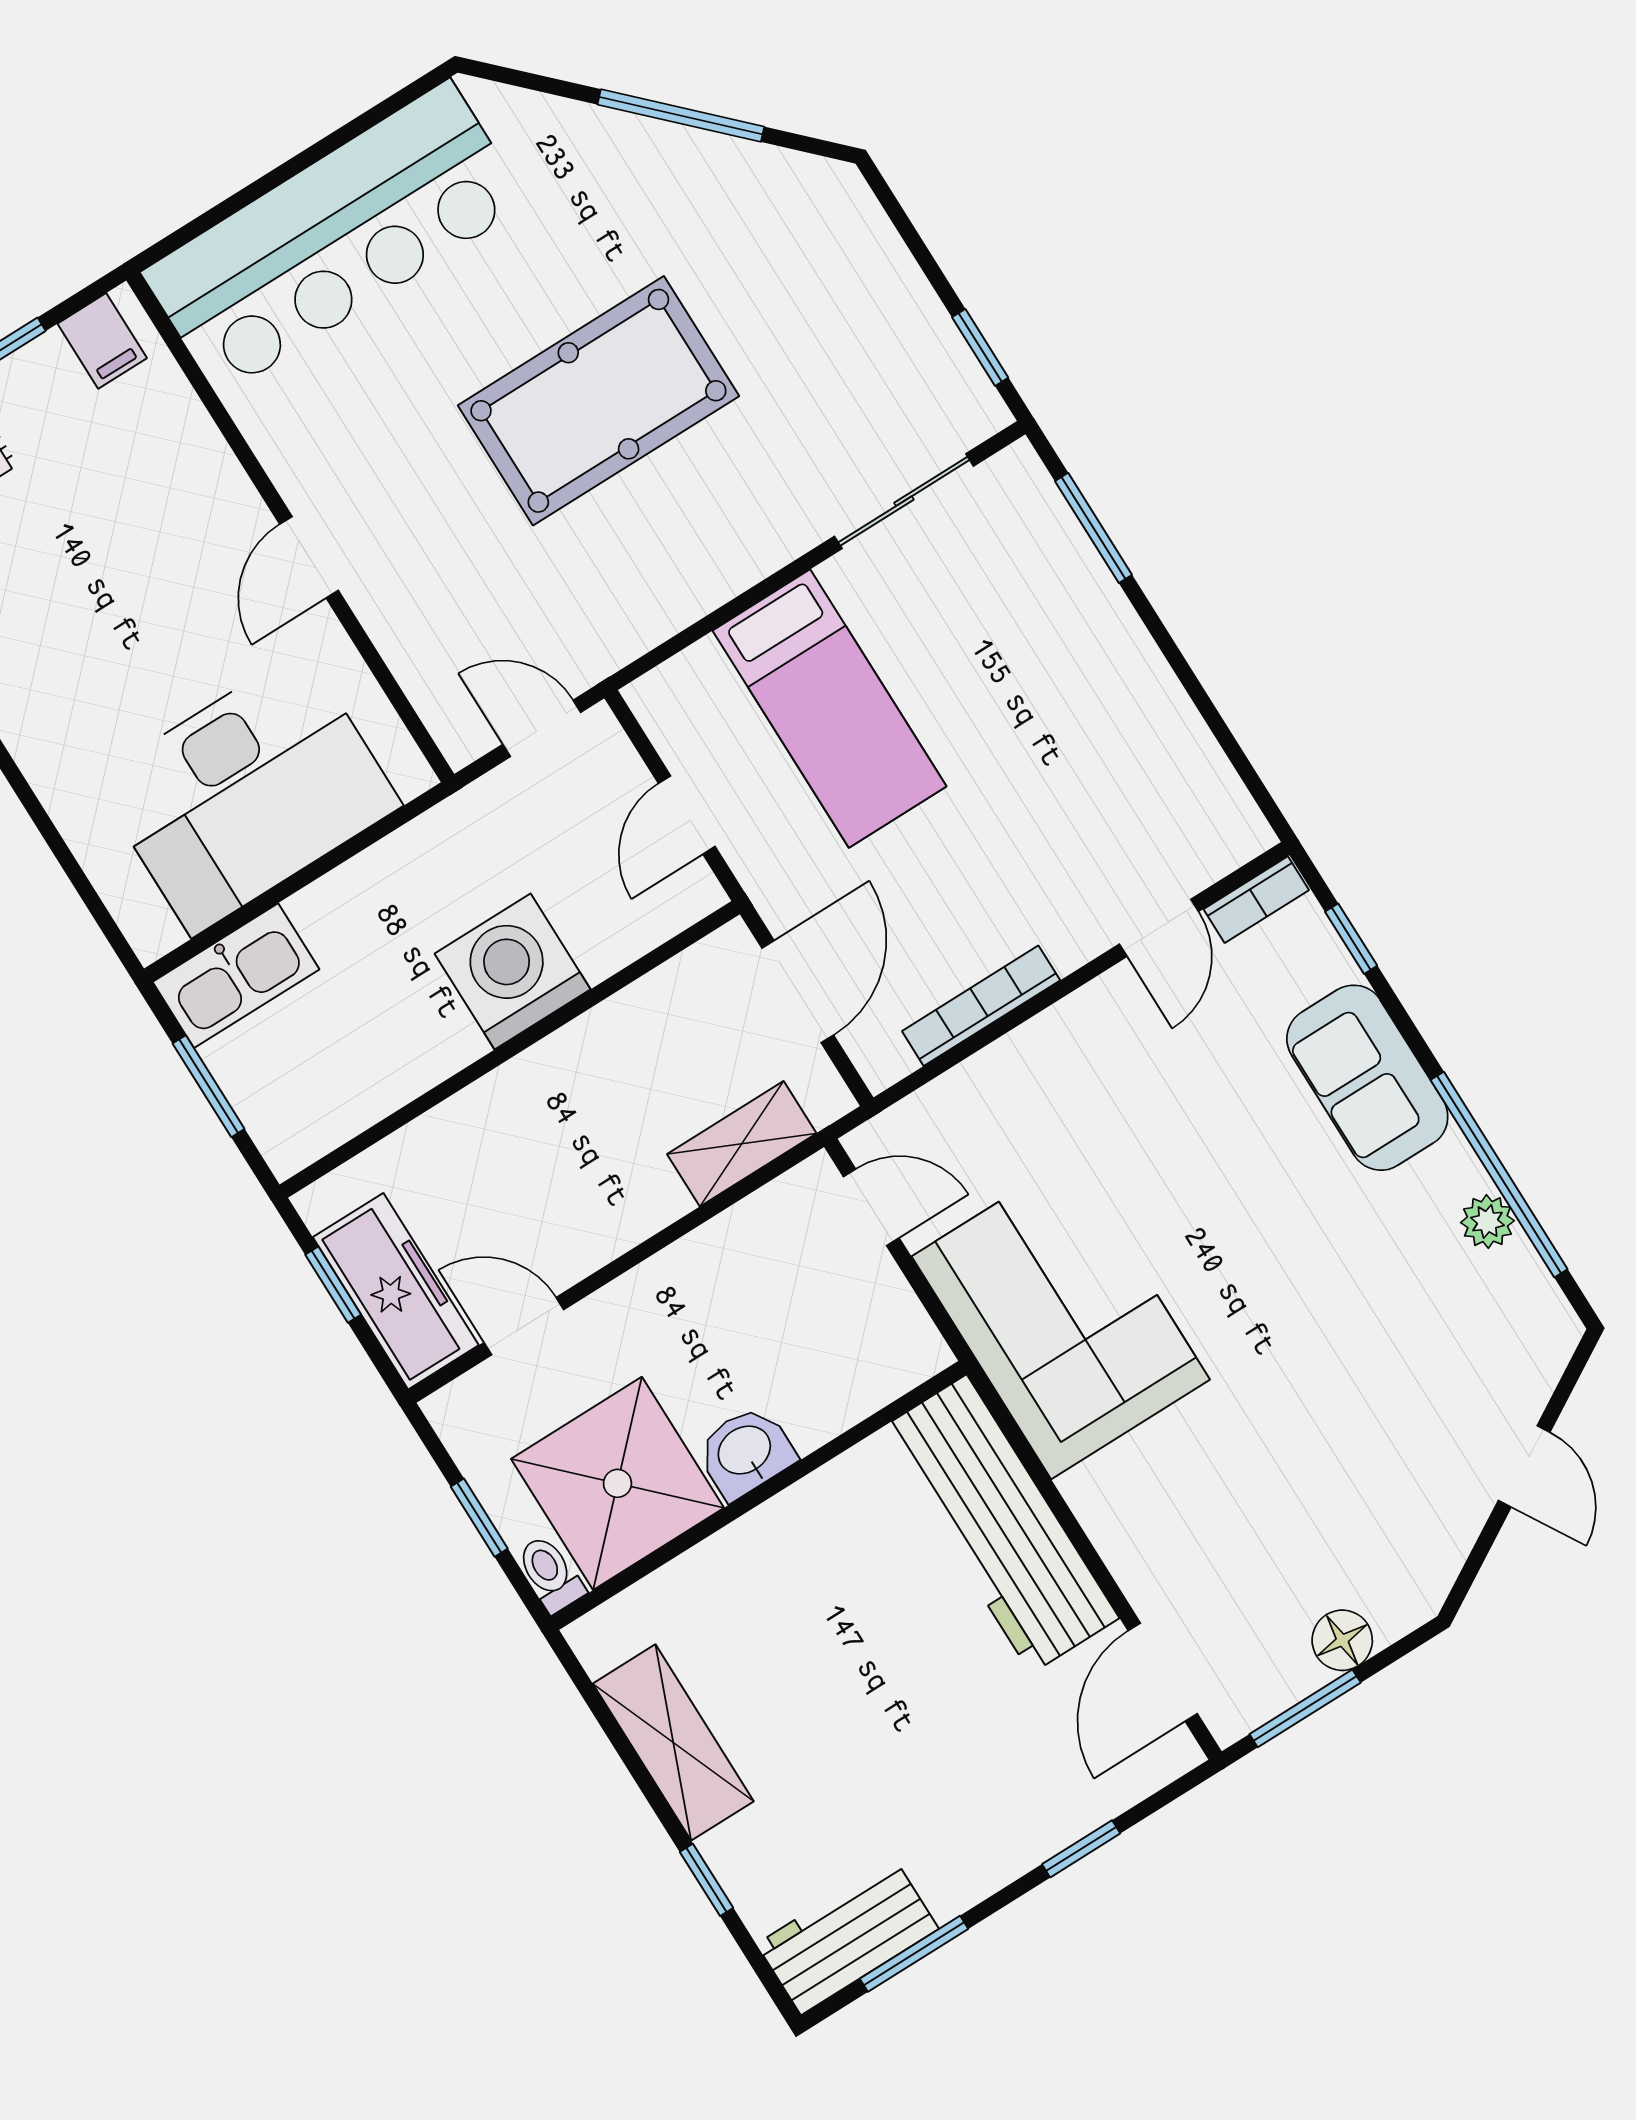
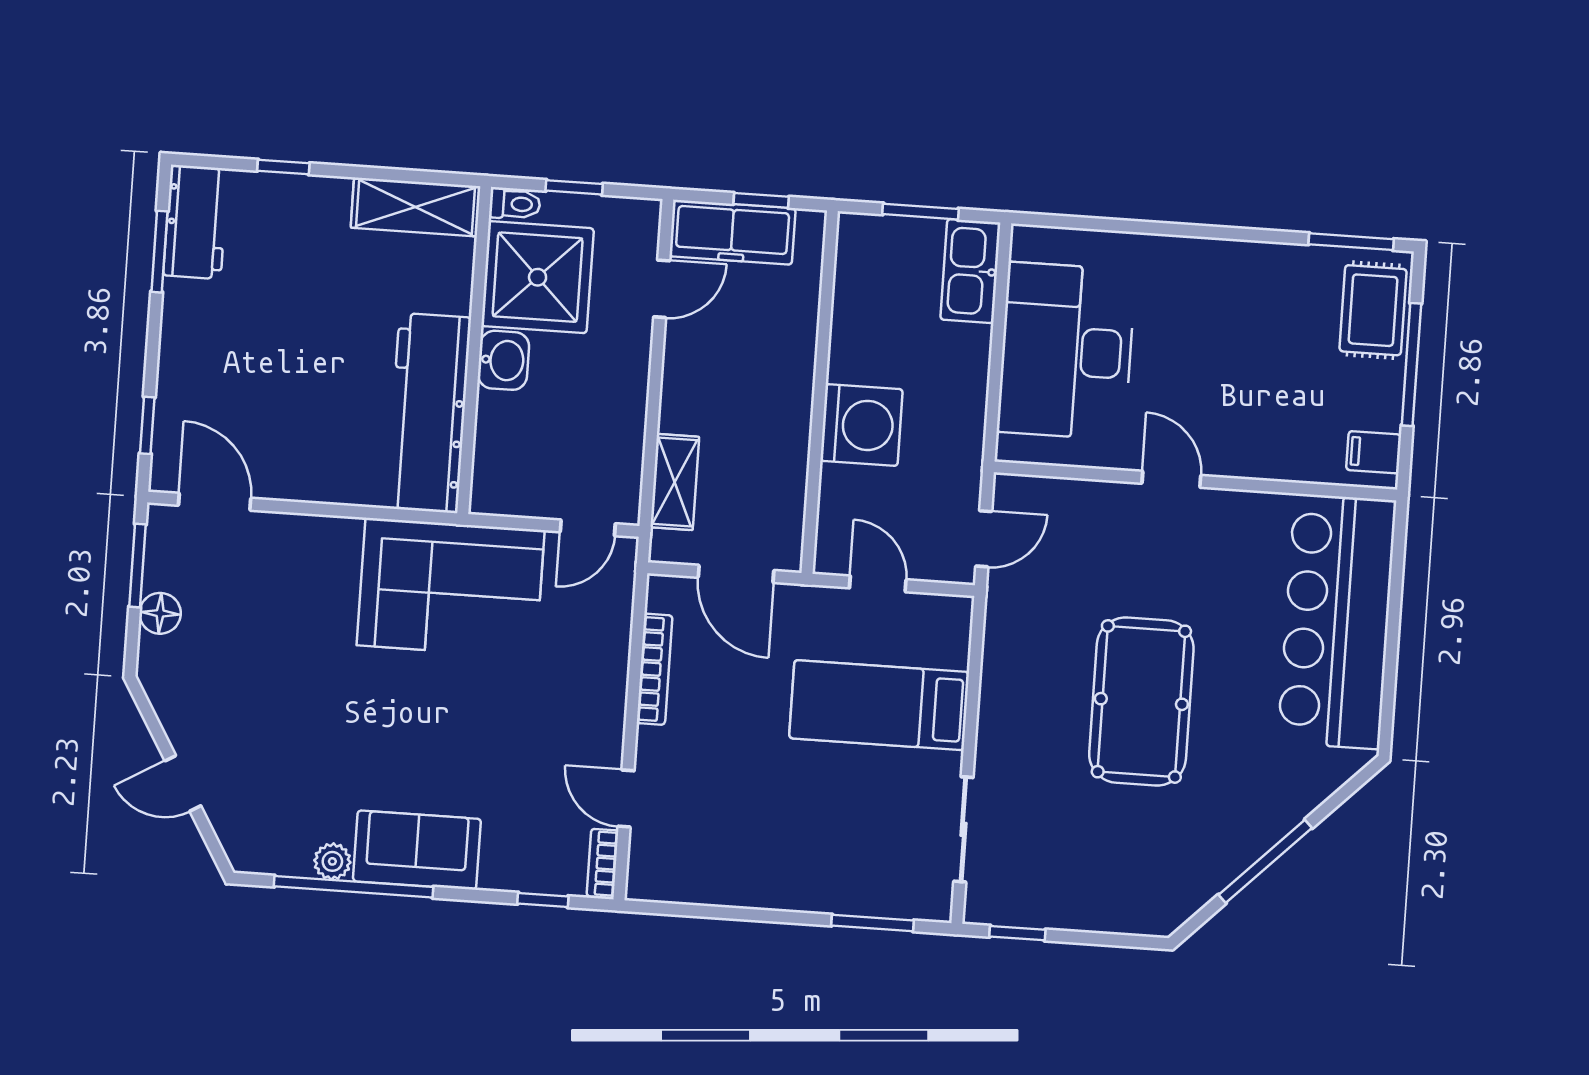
sofa: (1367, 1078) -> (417, 850), moved
workbench: (999, 1524) -> (429, 413), moved, turned -90
shelving: (673, 1742) -> (416, 207), moved
window: (1081, 1849) -> (147, 425), moved

